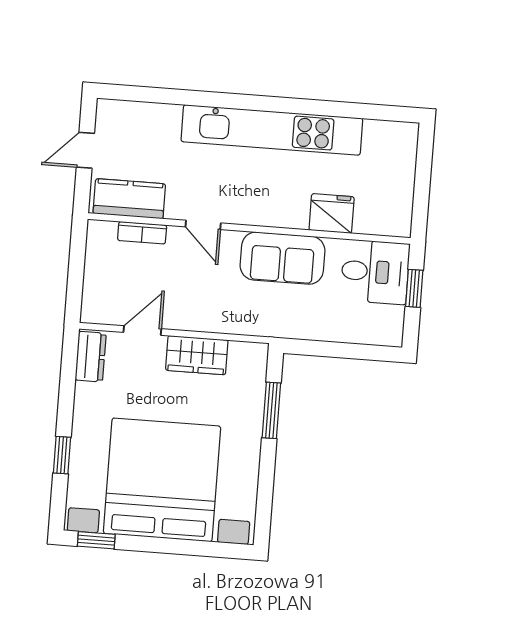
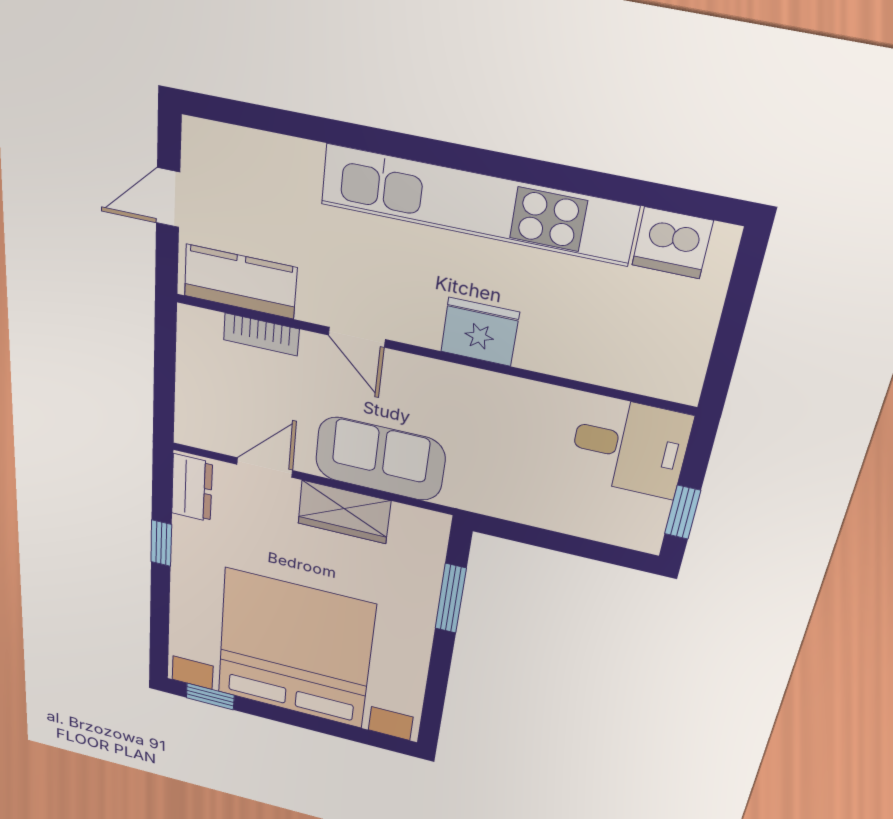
dishwasher: (383, 138) -> (672, 243), added
fridge: (332, 213) -> (480, 332), moved
sofa: (283, 258) -> (380, 459), moved, turned 180
window: (414, 288) -> (683, 512), moved
window: (62, 455) -> (161, 543), moved

